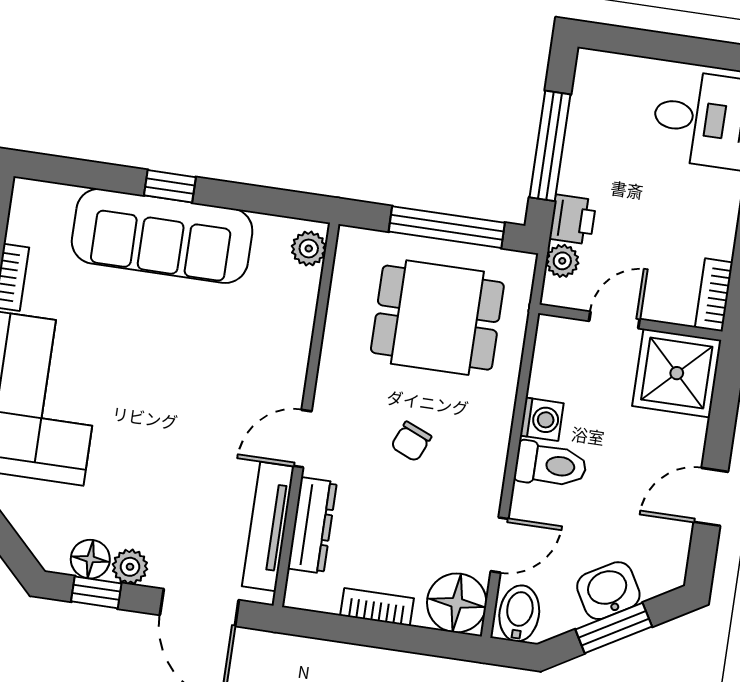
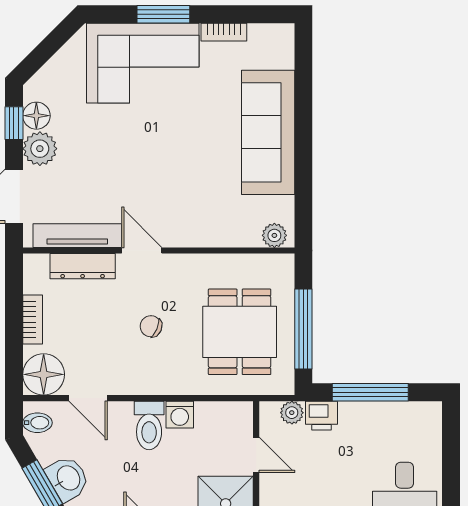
window: (170, 186) -> (303, 133), removed
plant: (130, 567) -> (40, 149), width x1.38, depth x1.38
bidet: (519, 613) -> (37, 423), width x0.72, depth x0.74

